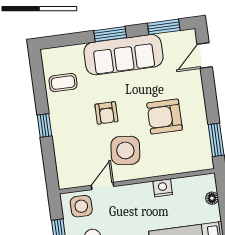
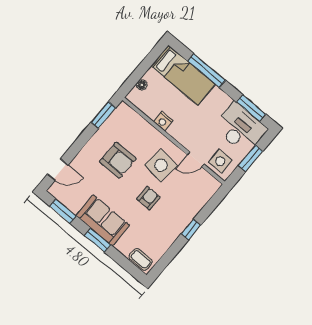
sofa: (123, 55) -> (103, 220), width x0.73
coffee table: (63, 83) -> (141, 259), moved

